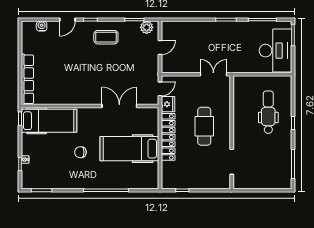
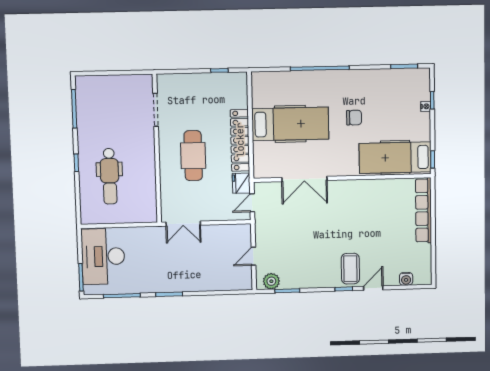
coffee table: (106, 37) -> (350, 269), moved, turned 90

